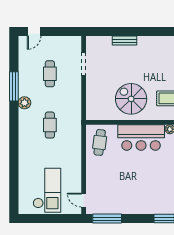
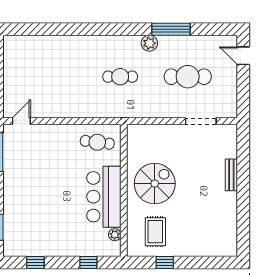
cafe table: (50, 74) -> (188, 77), width x1.37, depth x1.35
checkout: (47, 190) -> (34, 73), removed

